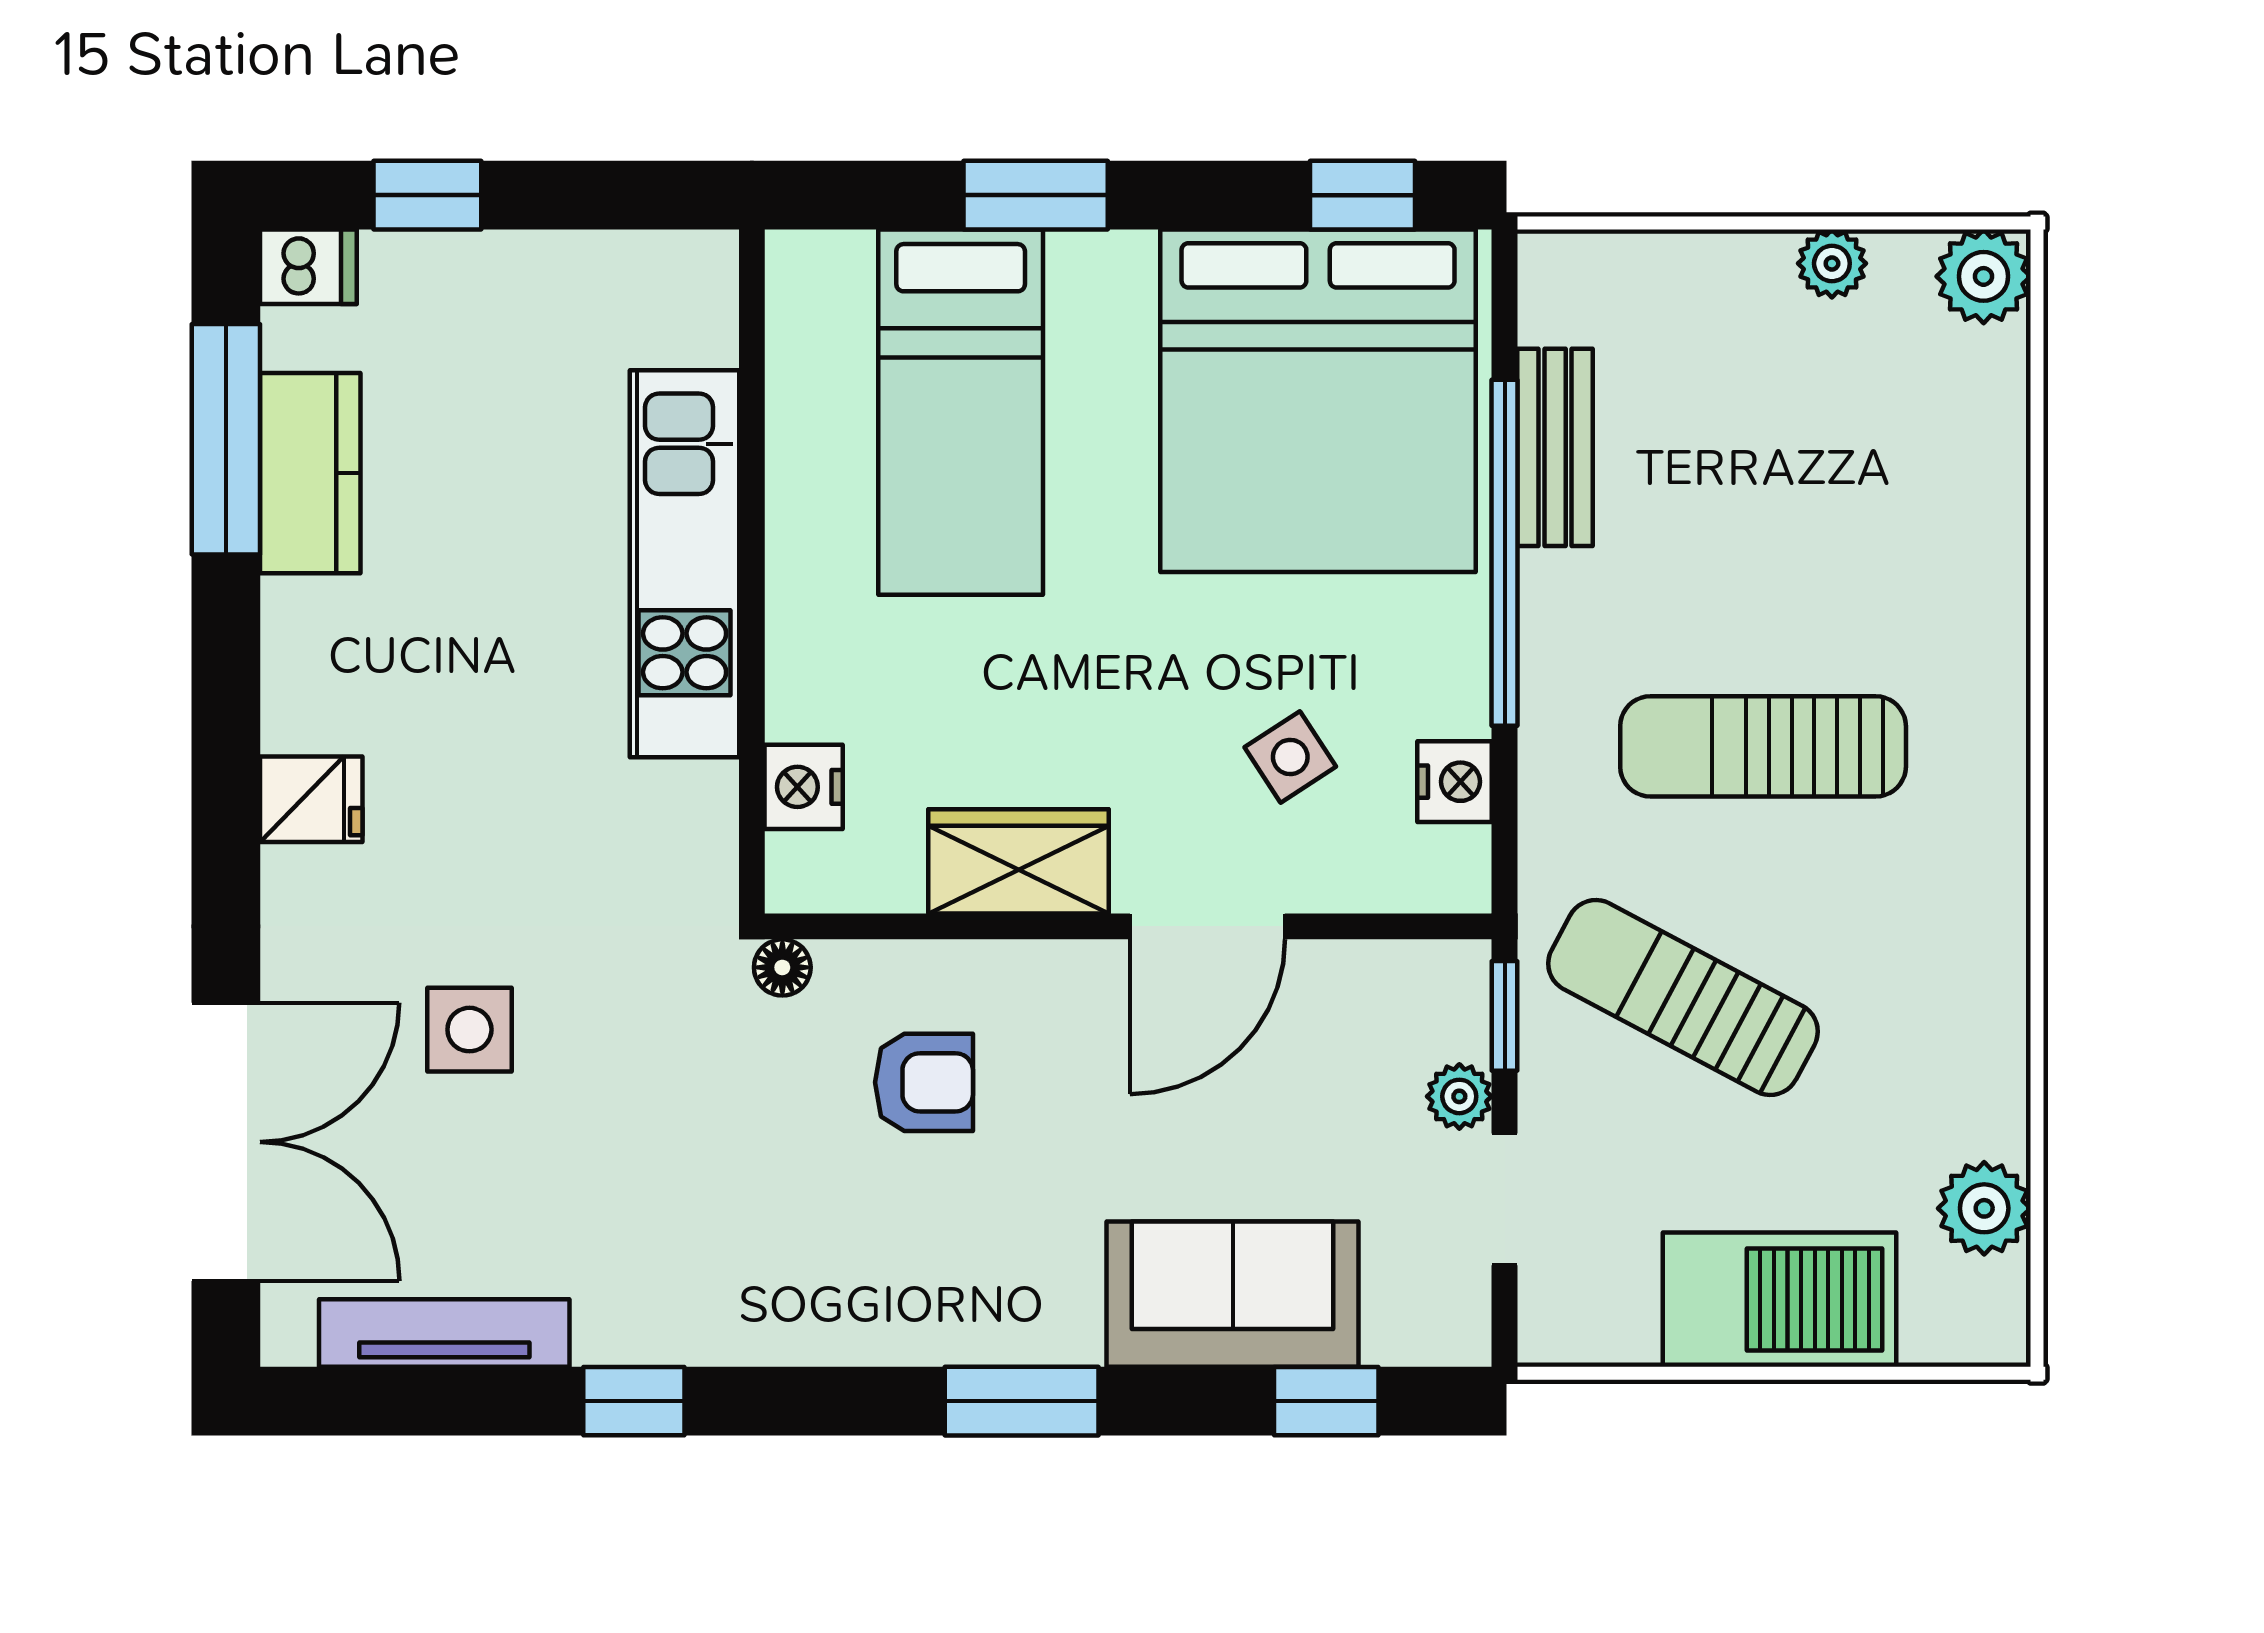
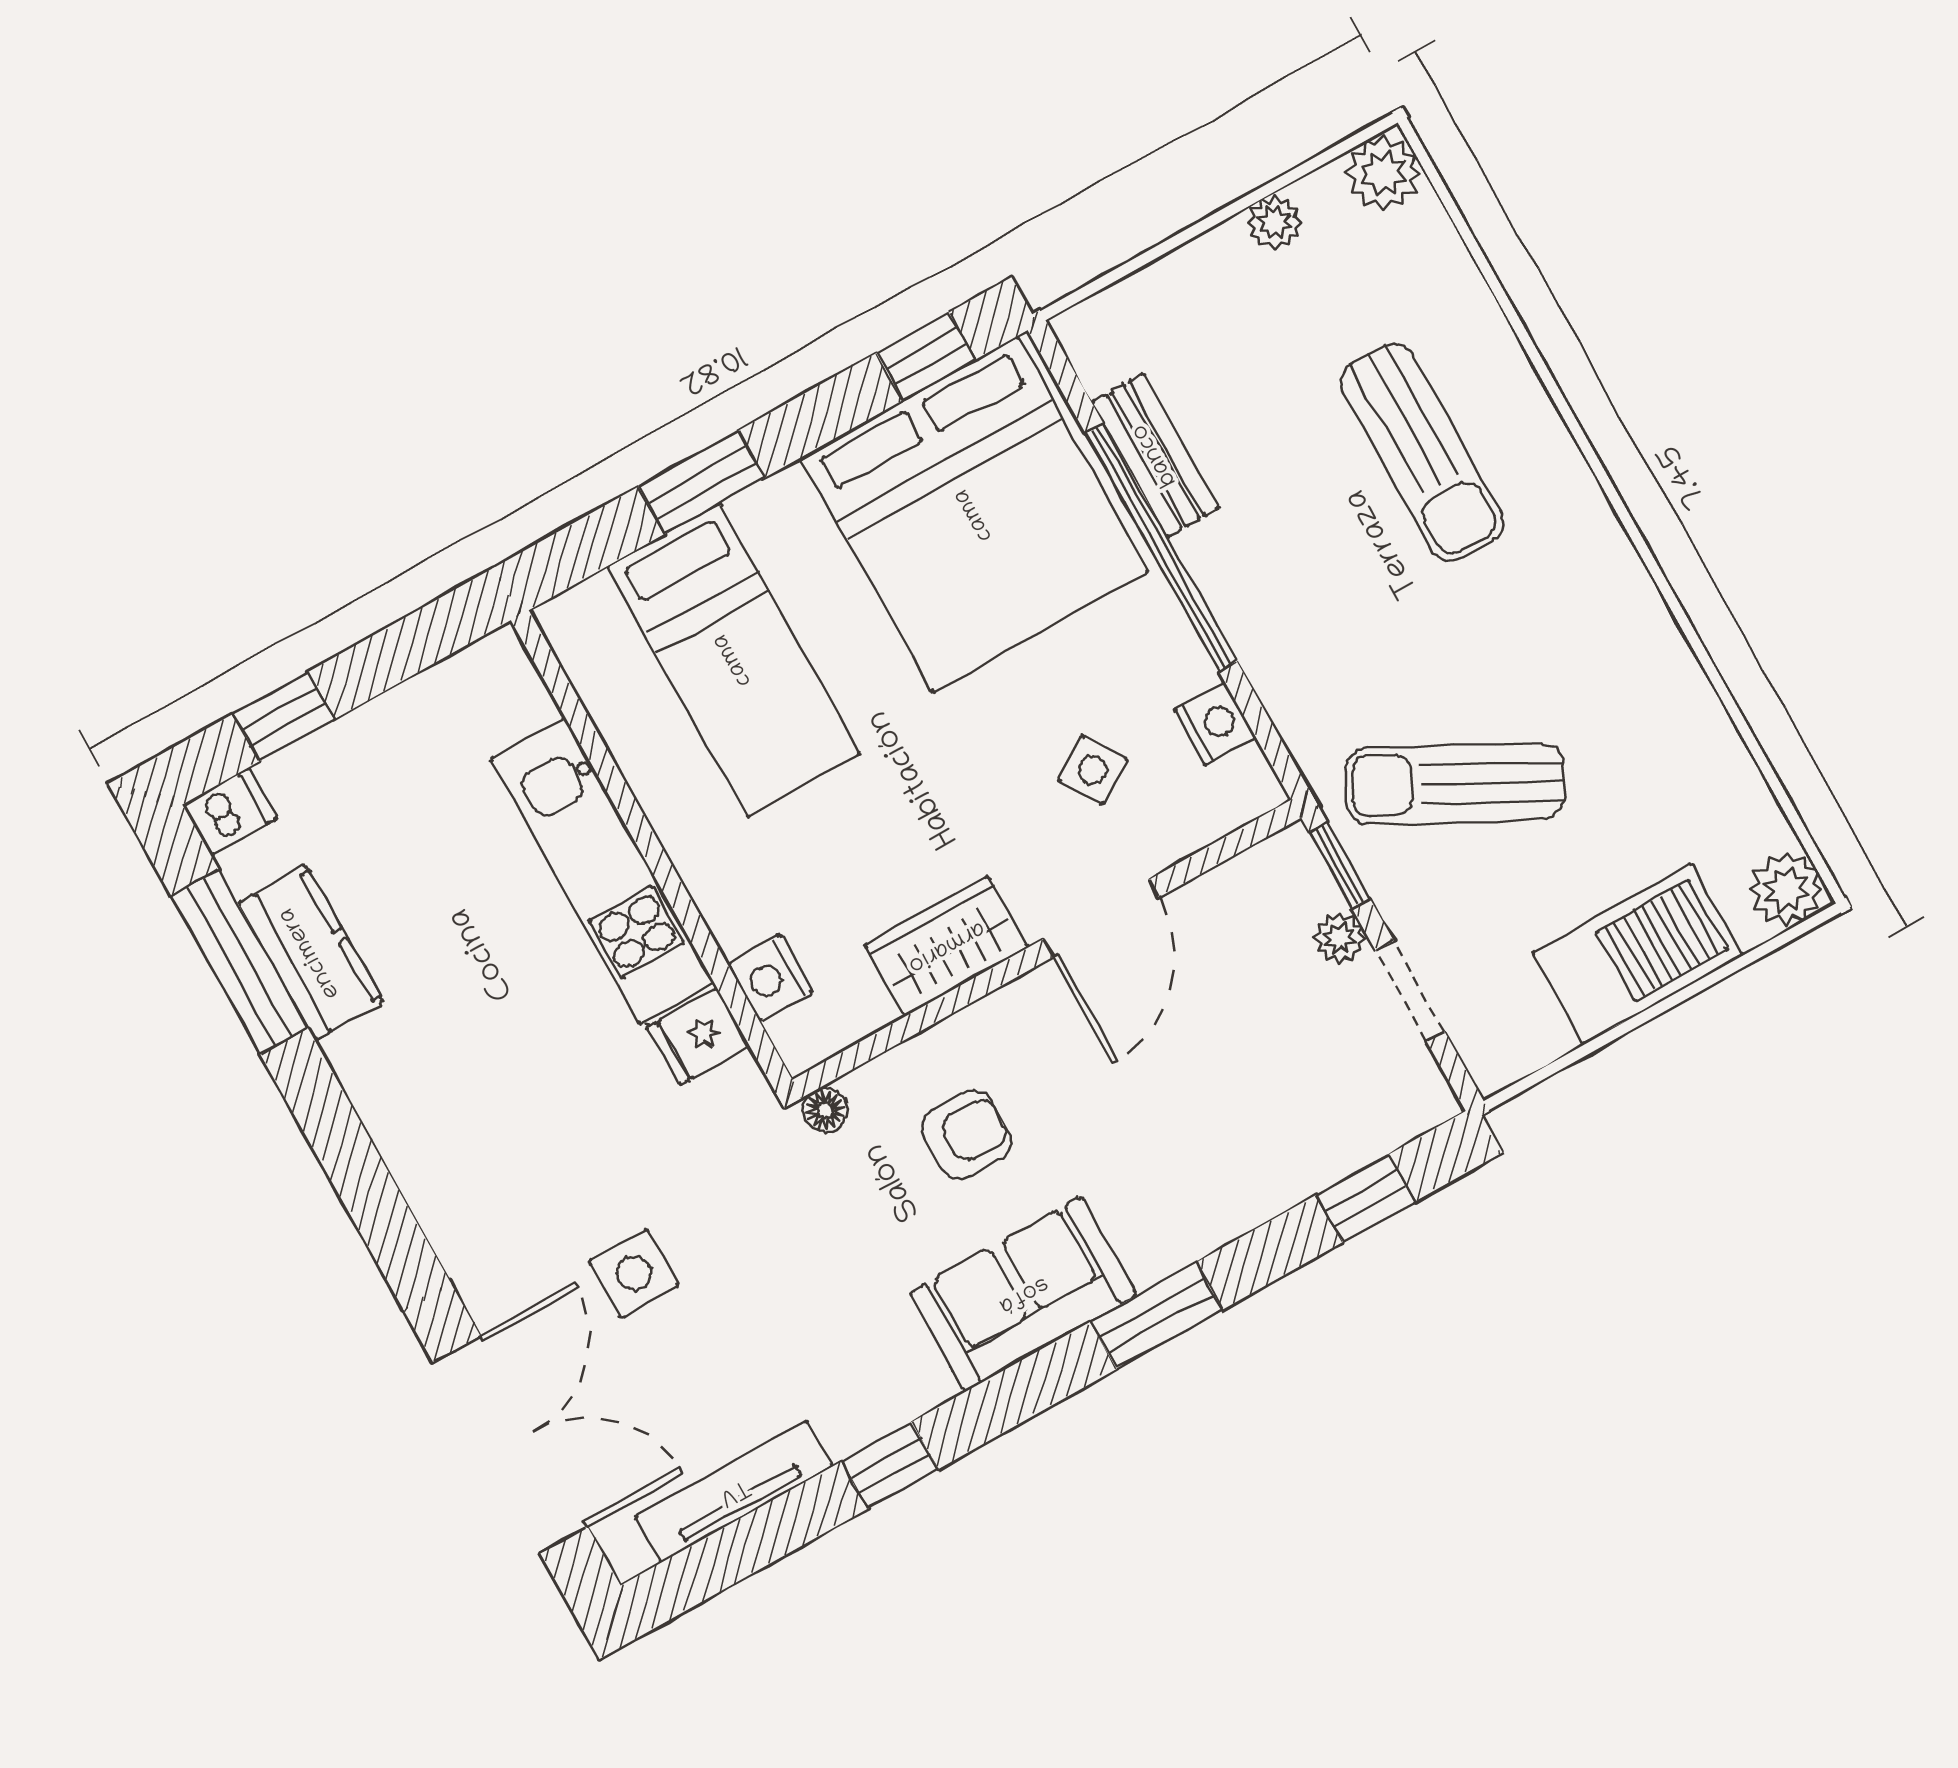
sun lounger: (1763, 746) -> (1422, 452), moved, turned -90
fridge: (311, 799) -> (698, 1036), moved, turned 180
plant: (1984, 1208) -> (1786, 889), moved
sofa: (1233, 1294) -> (1023, 1294), moved

